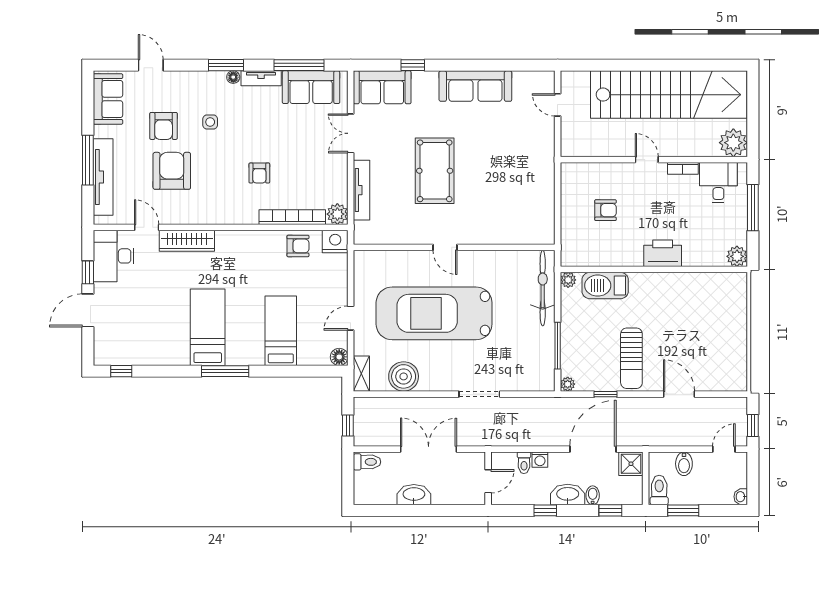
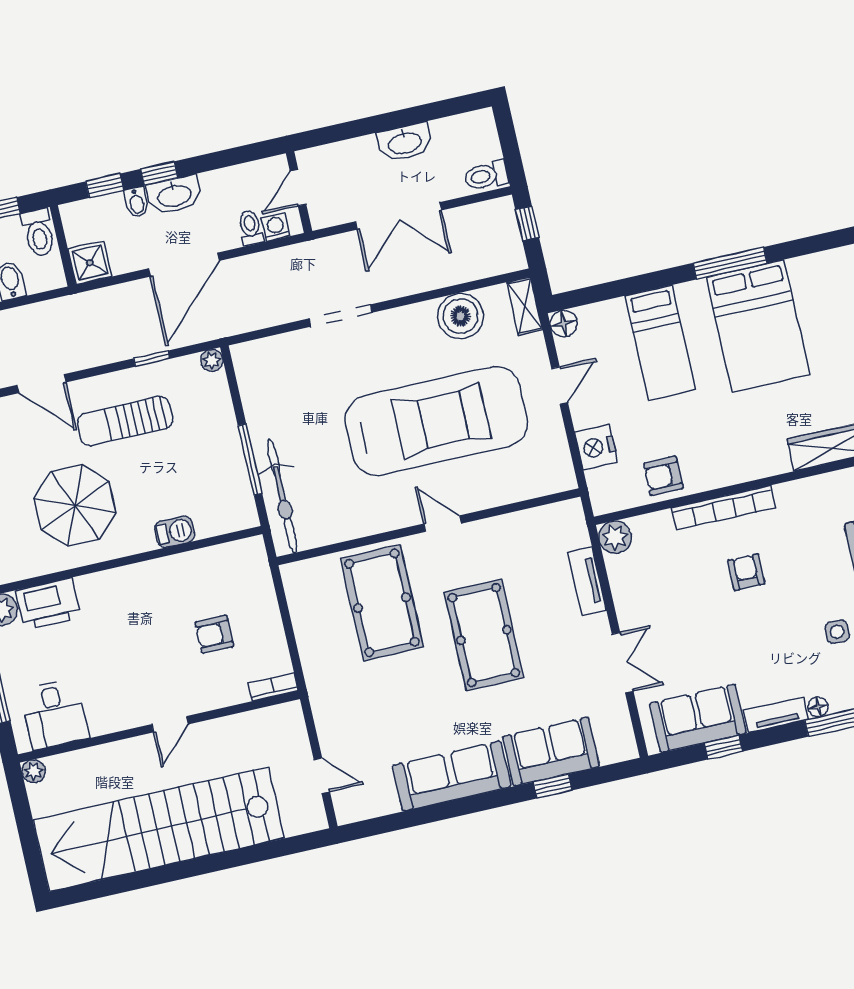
window: (299, 65) -> (723, 747), width x0.46
sofa: (382, 87) -> (551, 752), moved
plant: (733, 143) -> (34, 771), width x0.53, depth x0.53
door: (647, 160) -> (170, 724), hinge flipped
bookcase: (683, 168) -> (273, 687), moved
tv unit: (362, 190) -> (587, 581), width x0.71
pool table: (495, 206) -> (382, 603), added
bookcase: (292, 217) -> (723, 508), moved
nightstand: (335, 242) -> (596, 447), moved, turned 90
printer: (663, 253) -> (48, 604), moved
plant: (568, 280) -> (247, 517), removed
barbecue: (605, 286) -> (175, 532), width x0.53, depth x0.65
parasol: (675, 312) -> (75, 505), added
bed: (208, 327) -> (758, 326), width x1.50
window: (558, 346) -> (250, 459), moved
sun lounger: (631, 358) -> (125, 421), turned -90
door: (593, 449) -> (184, 265), moved
washing machine: (540, 460) -> (276, 227), moved
window: (545, 510) -> (159, 173), moved

